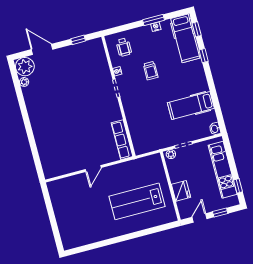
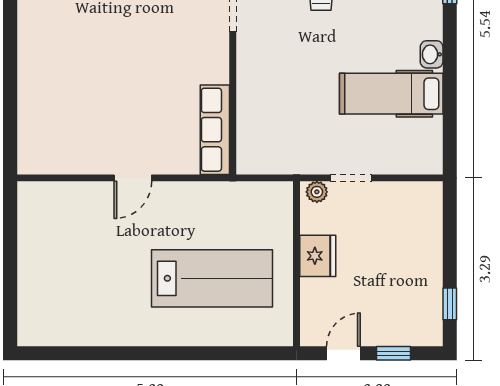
washbasin: (215, 129) -> (432, 54), moved
kitchen unit: (223, 170) -> (425, 258), removed
fridge: (181, 191) -> (318, 256), moved
lab bench: (137, 201) -> (212, 278), turned 180

